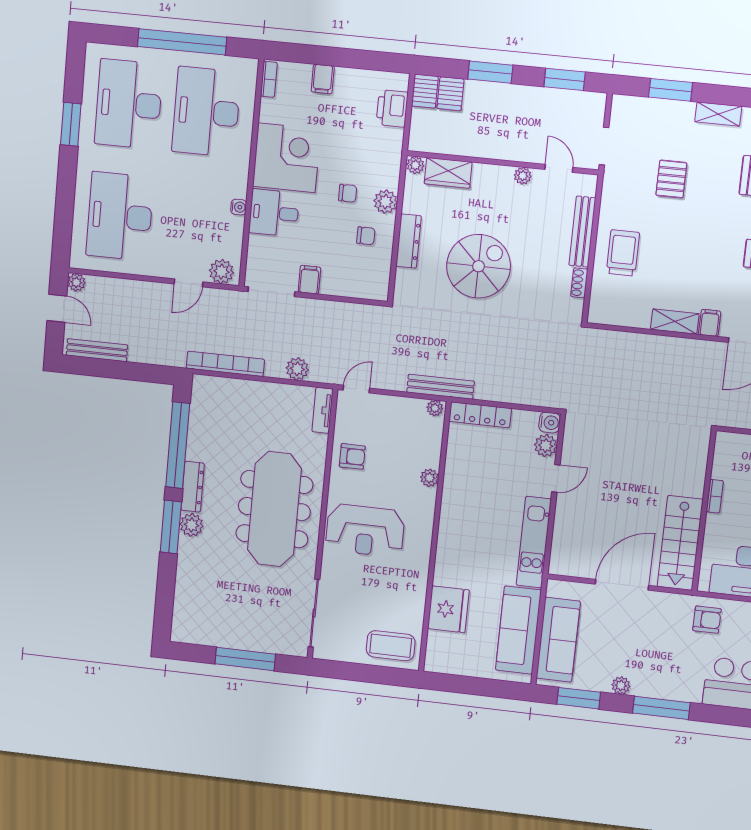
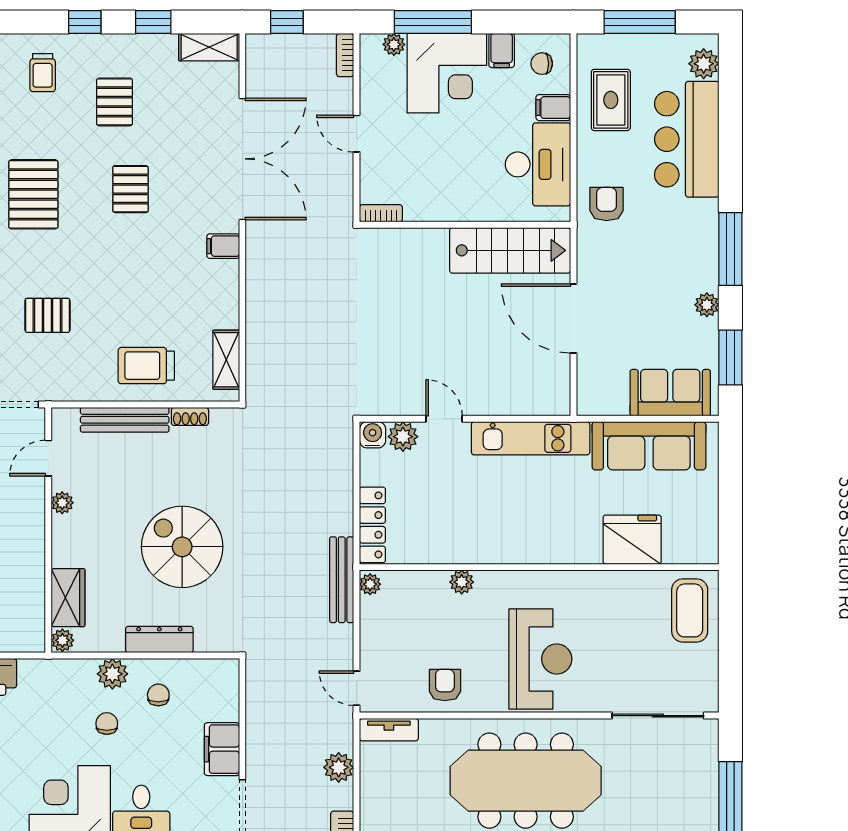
filing cabinet: (309, 280) -> (222, 749), width x2.00
shelving: (675, 322) -> (226, 360), moved
bookcase: (715, 496) -> (381, 213), moved
sofa: (558, 640) -> (670, 393), width x0.73

